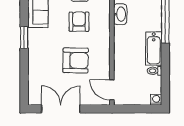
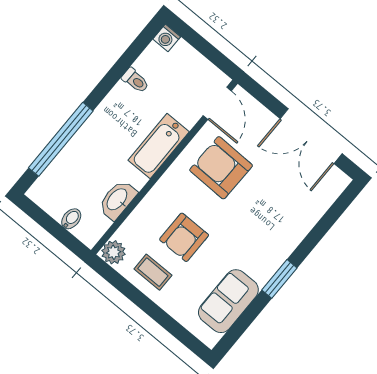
bathtub: (154, 49) -> (159, 146), moved, turned 180
armchair: (76, 60) -> (221, 168), moved

